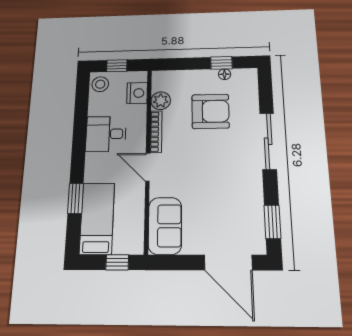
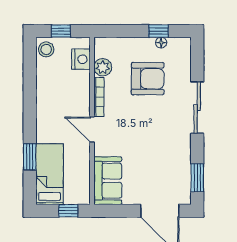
desk: (106, 134) -> (54, 98), removed

